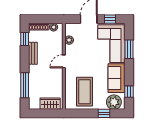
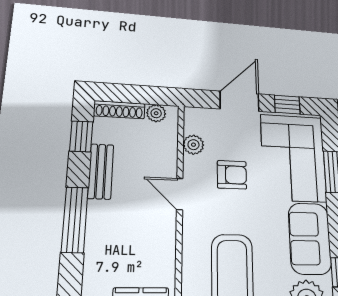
armchair: (85, 52) -> (232, 175), added
door: (64, 61) -> (180, 194), hinge flipped
window: (25, 85) -> (75, 220), moved

